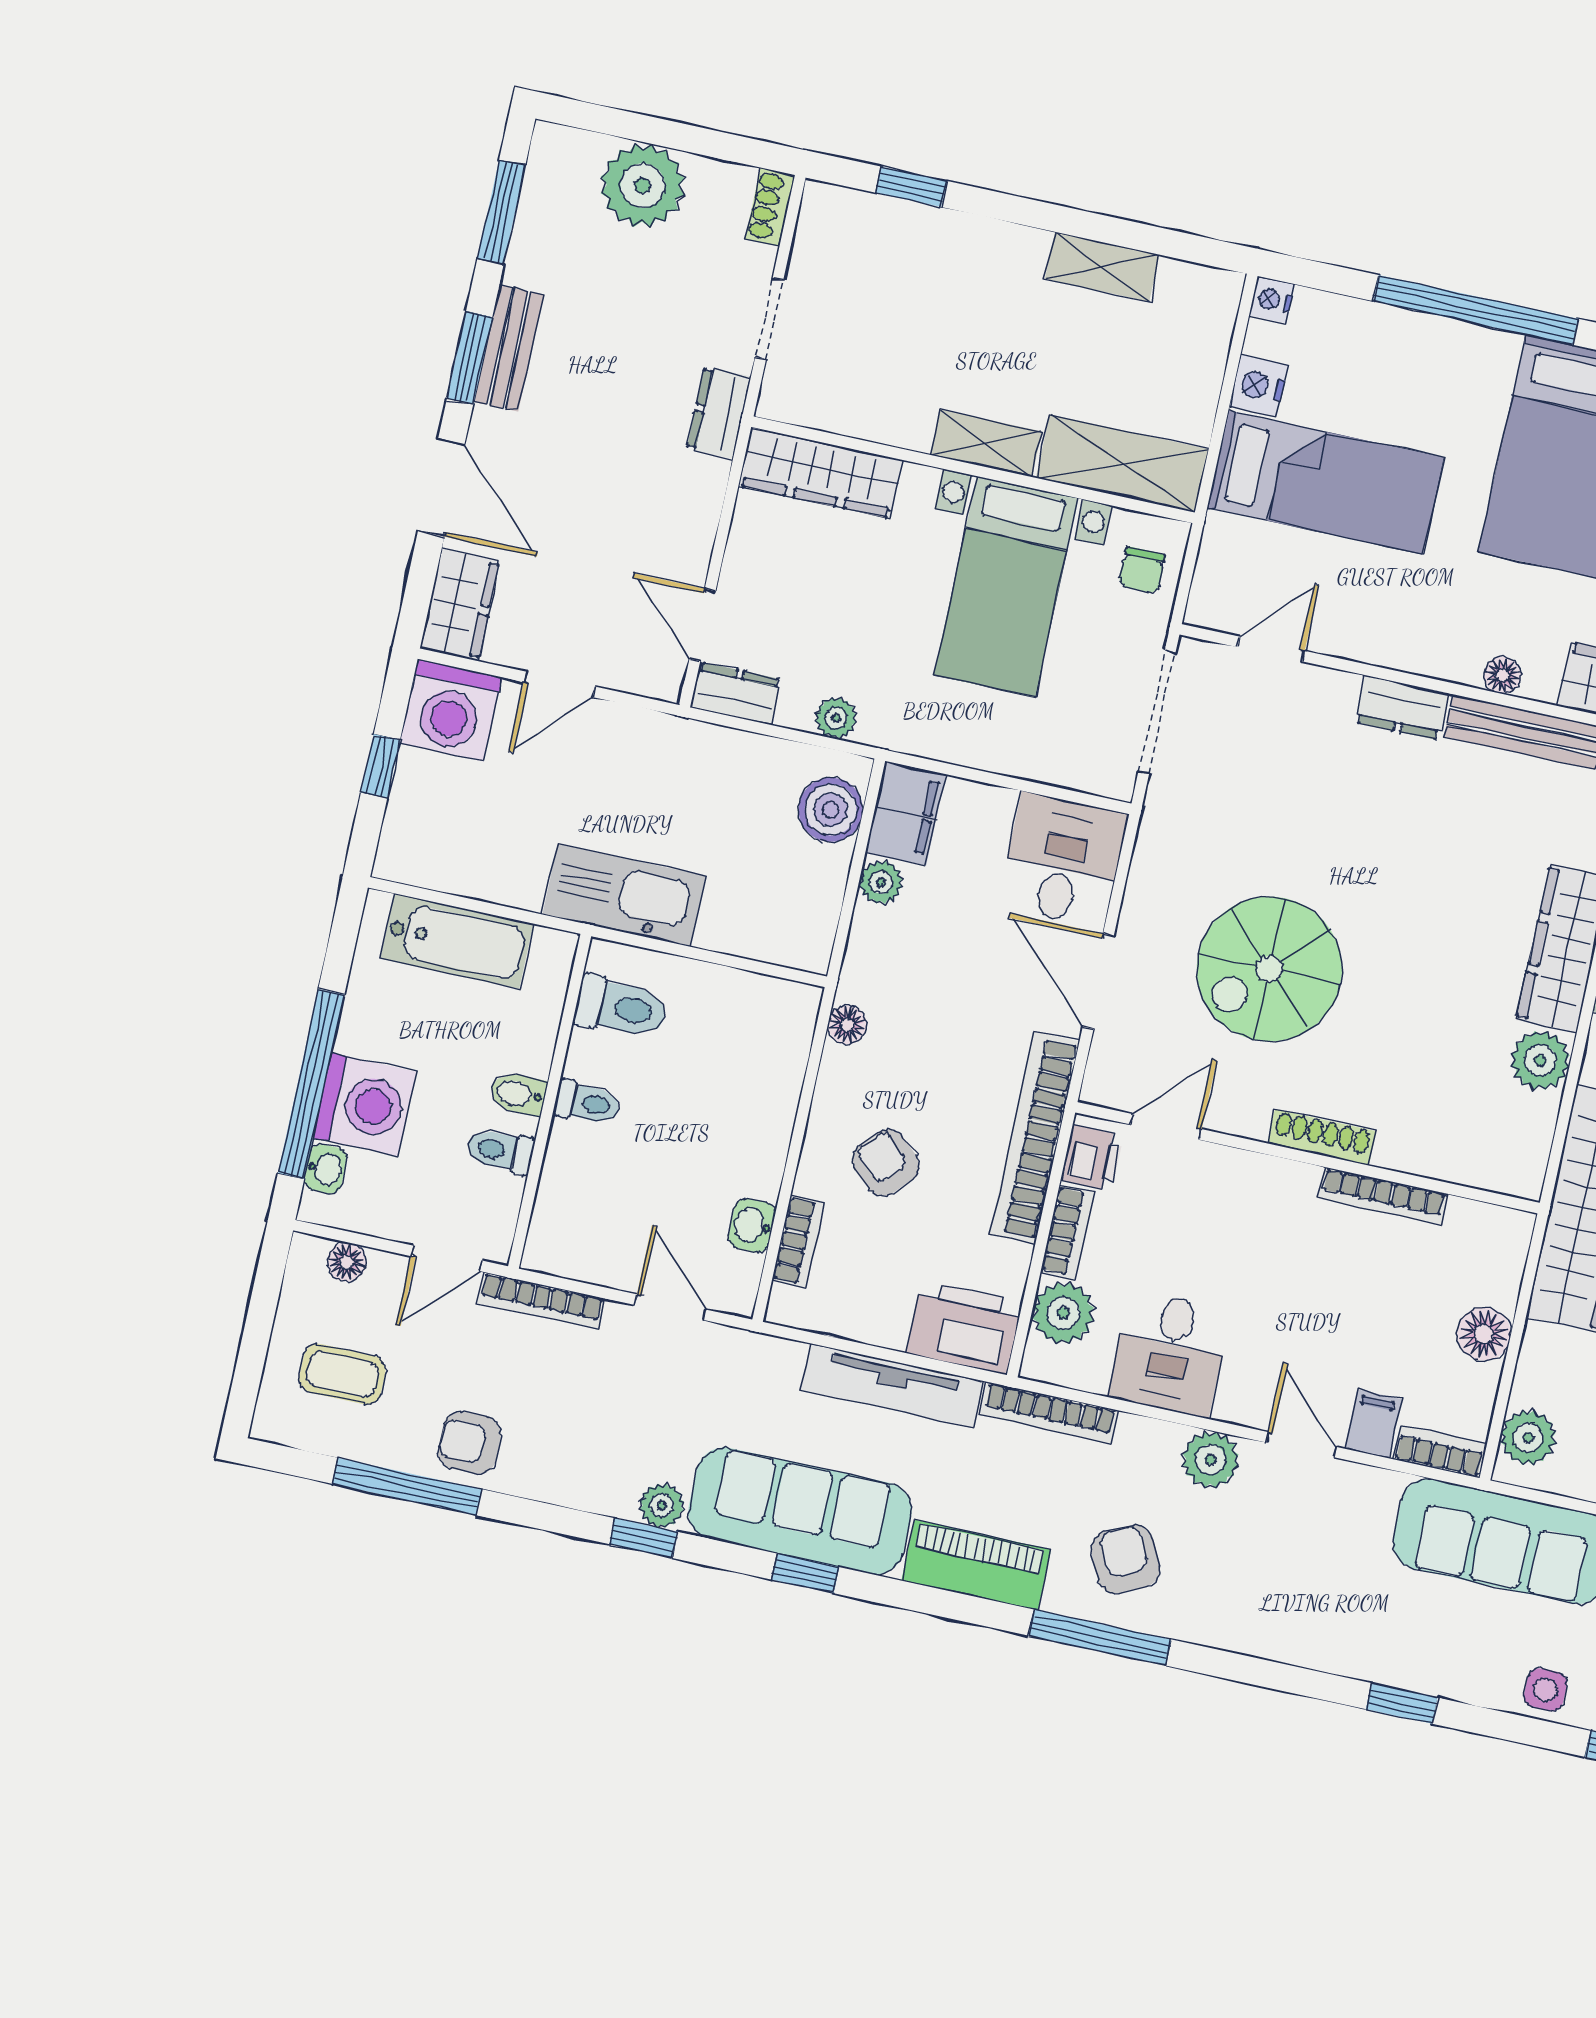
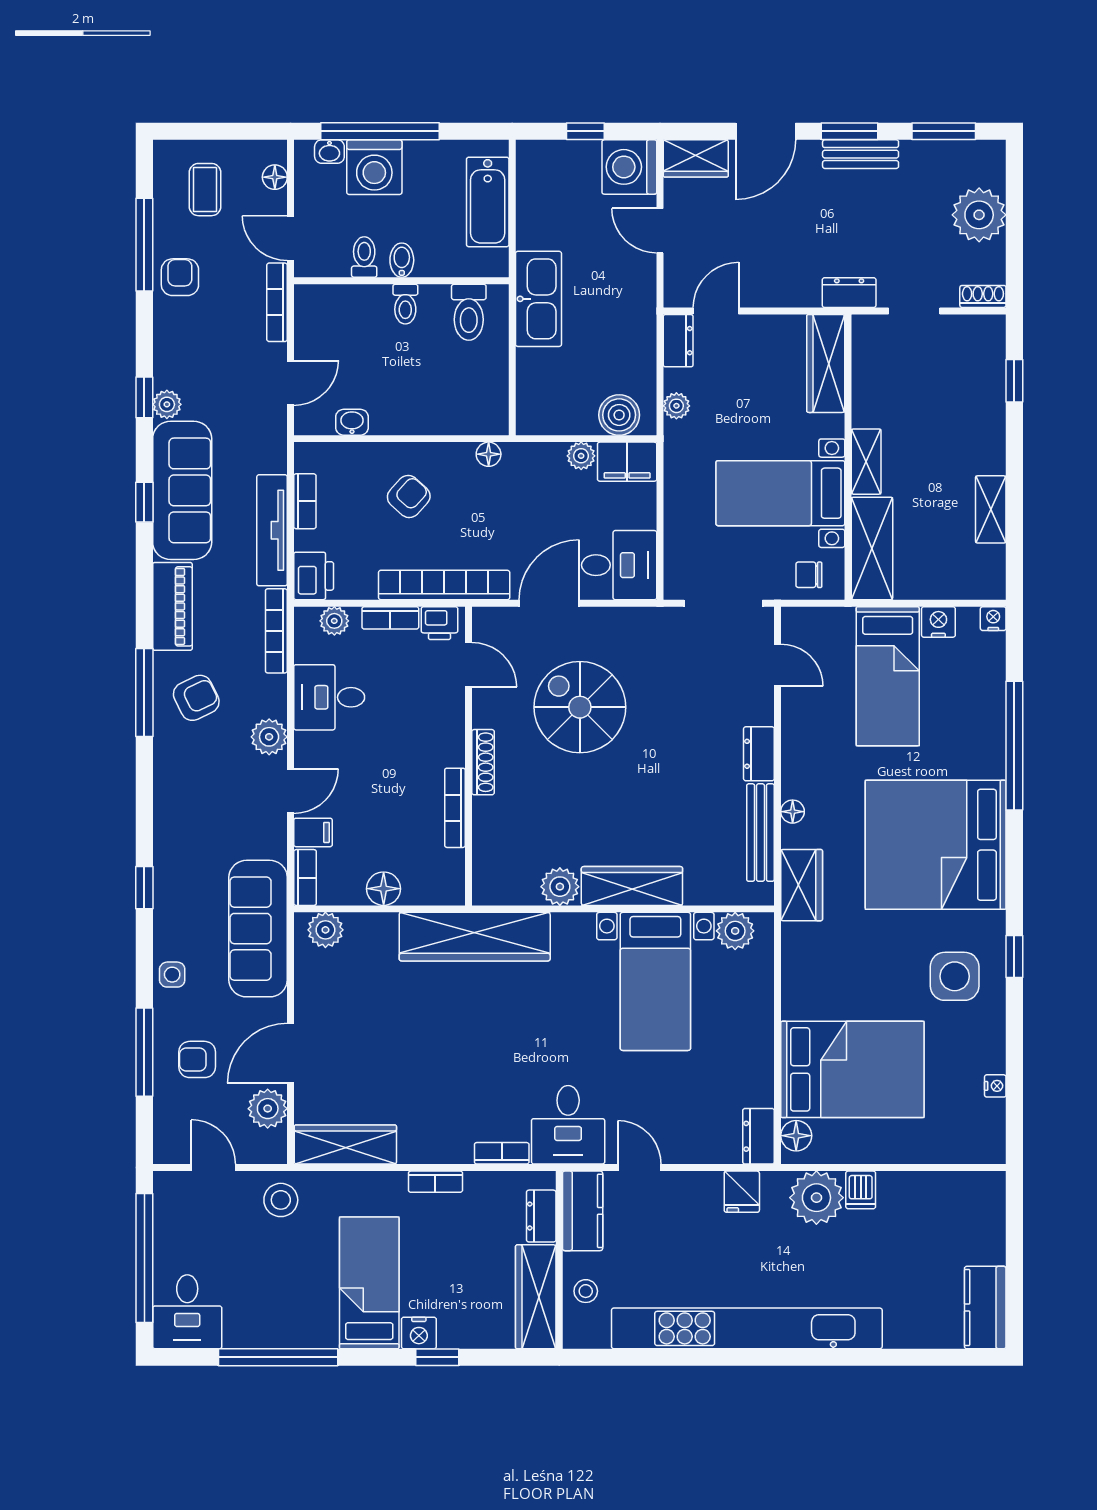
bookcase: (798, 1241) -> (305, 501), moved, turned -90
plant: (1063, 1313) -> (334, 621), width x0.73, depth x0.73
printer: (964, 1328) -> (314, 576), width x0.73, depth x0.84

